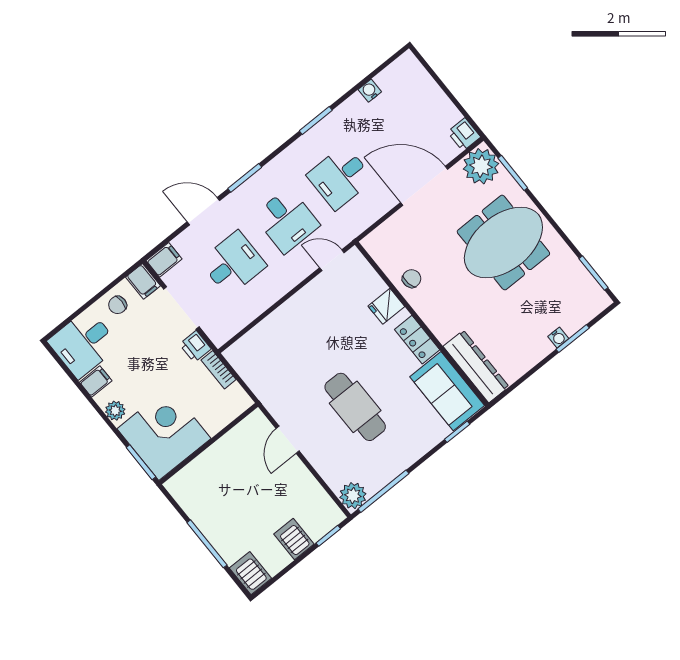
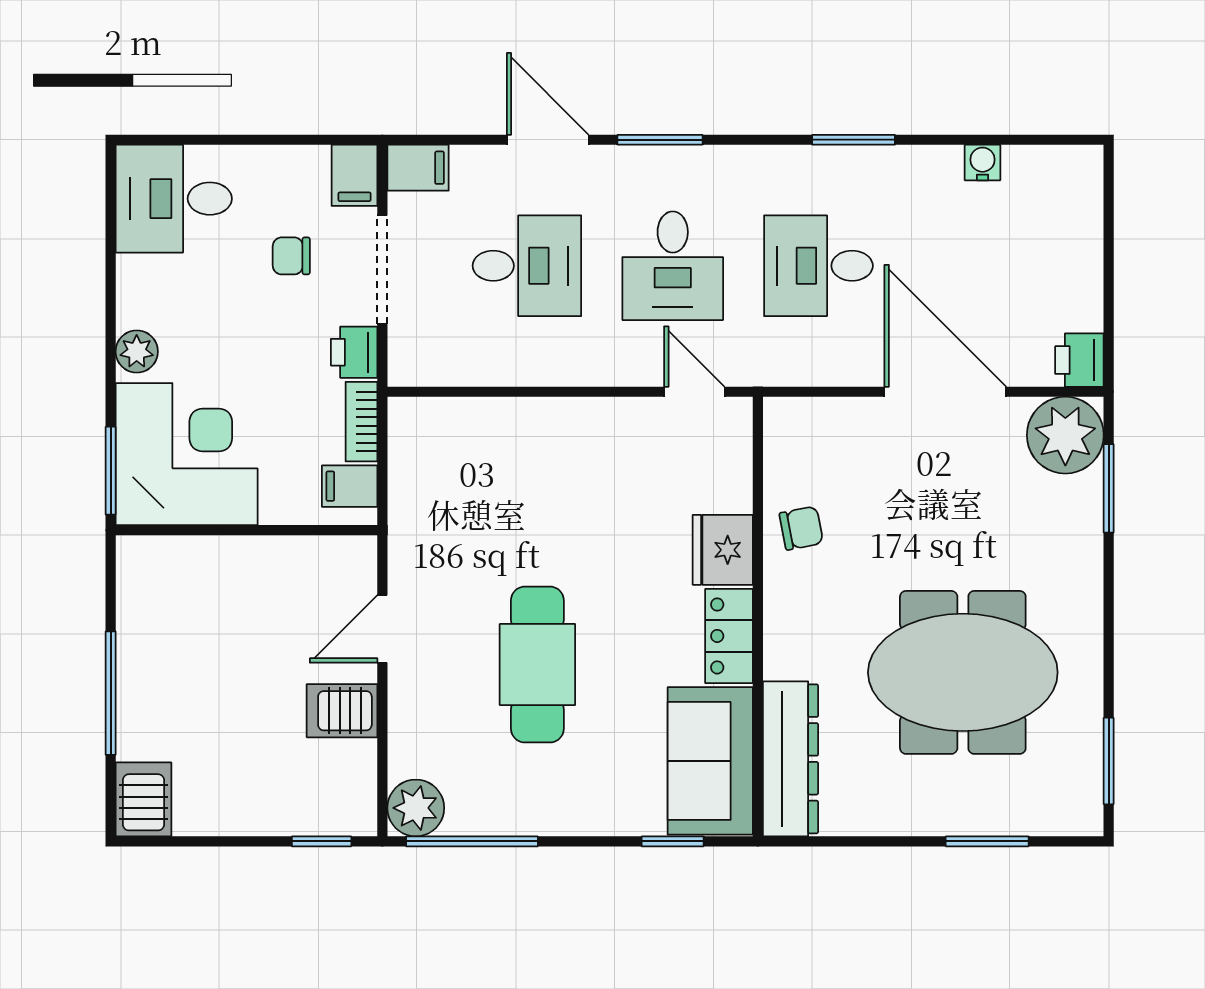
meeting table: (503, 243) -> (963, 672), moved
chair: (118, 305) -> (291, 256), moved
fridge: (386, 306) -> (723, 550), width x1.38
water cooler: (558, 338) -> (965, 820), removed
filing cabinet: (96, 381) -> (350, 486), moved, turned 180
server rack: (294, 539) -> (342, 711), moved, turned -90

